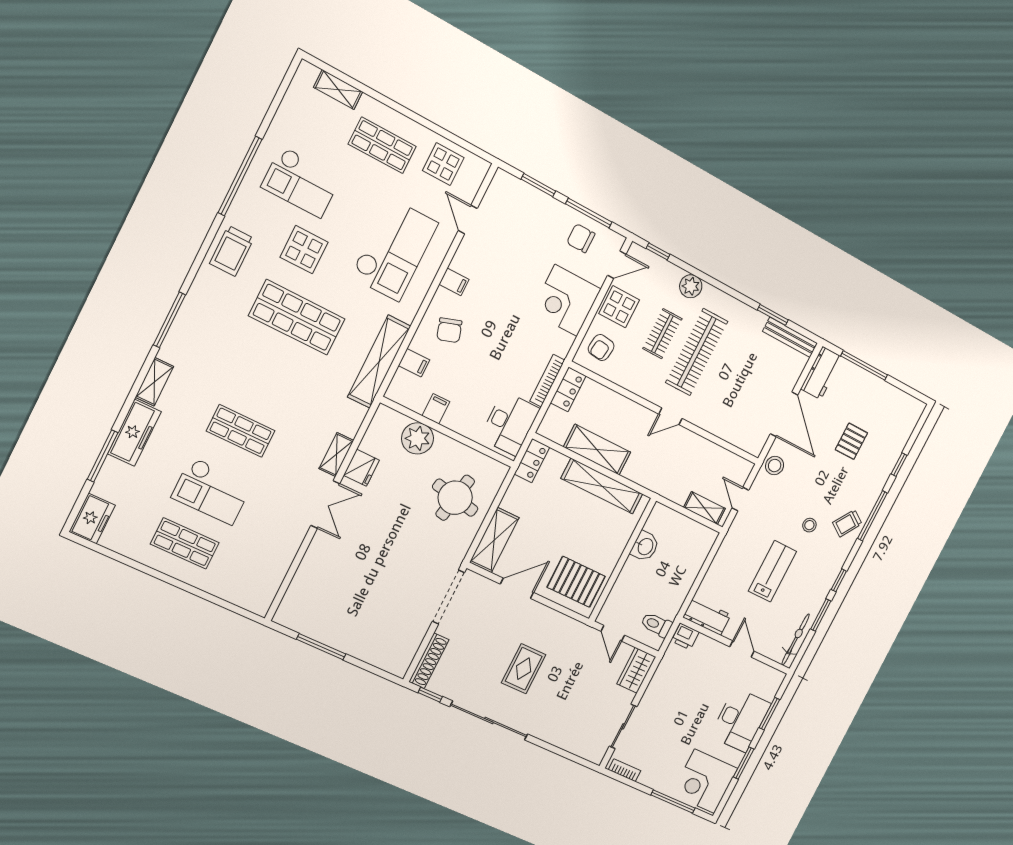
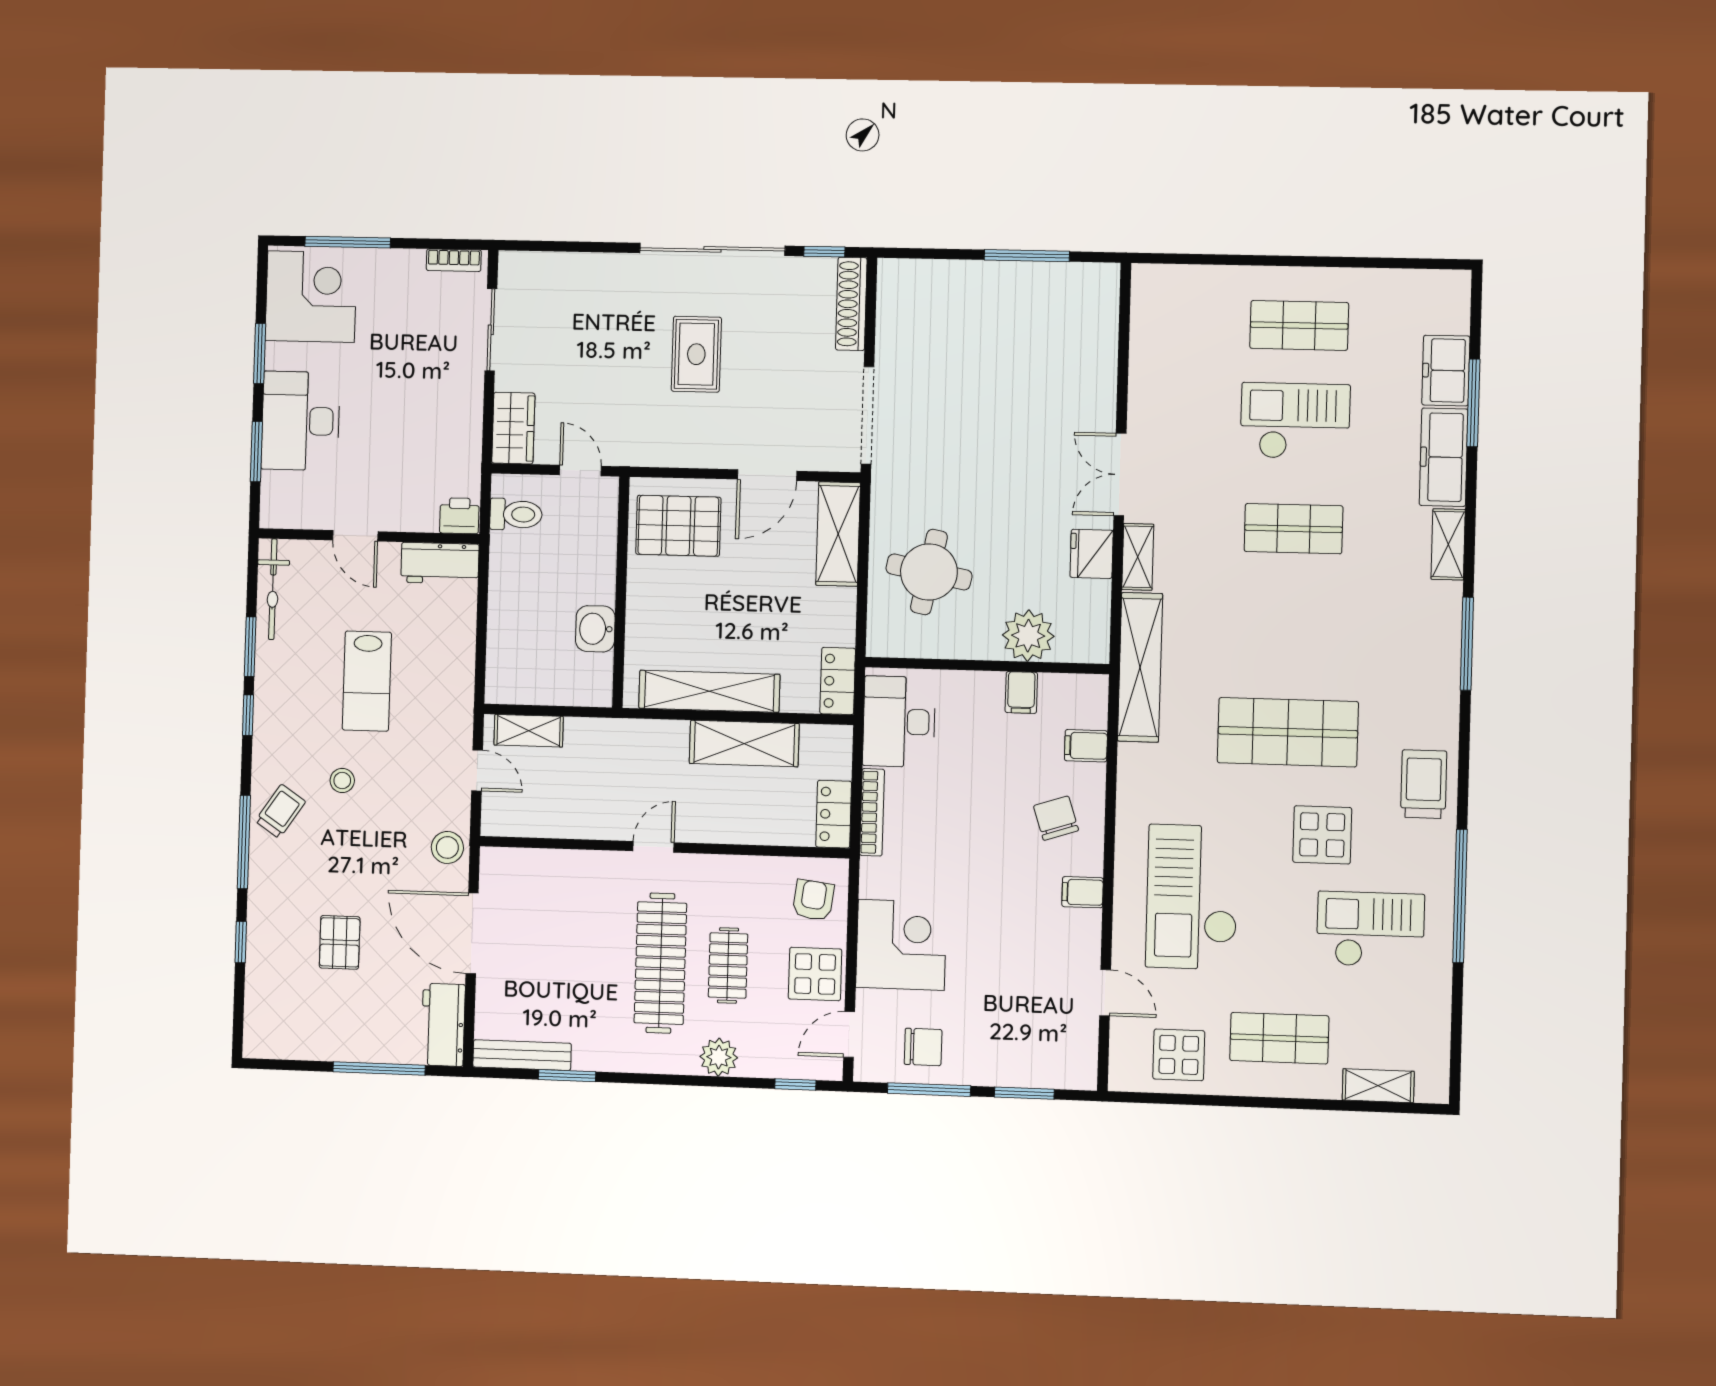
shelving: (379, 362) -> (1140, 667), moved
freezer: (92, 519) -> (1446, 370), moved

